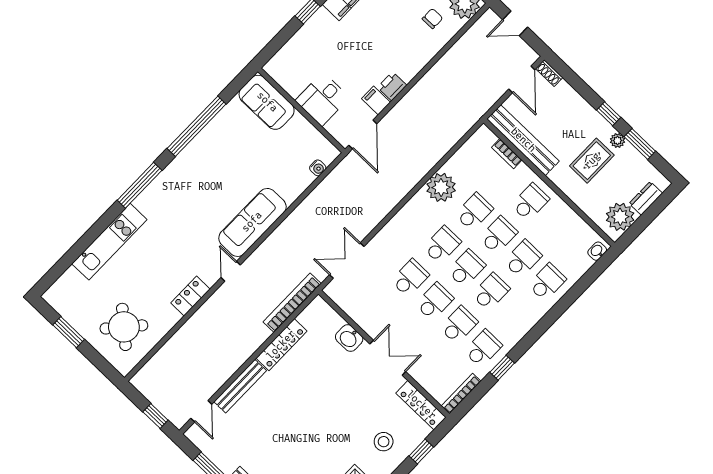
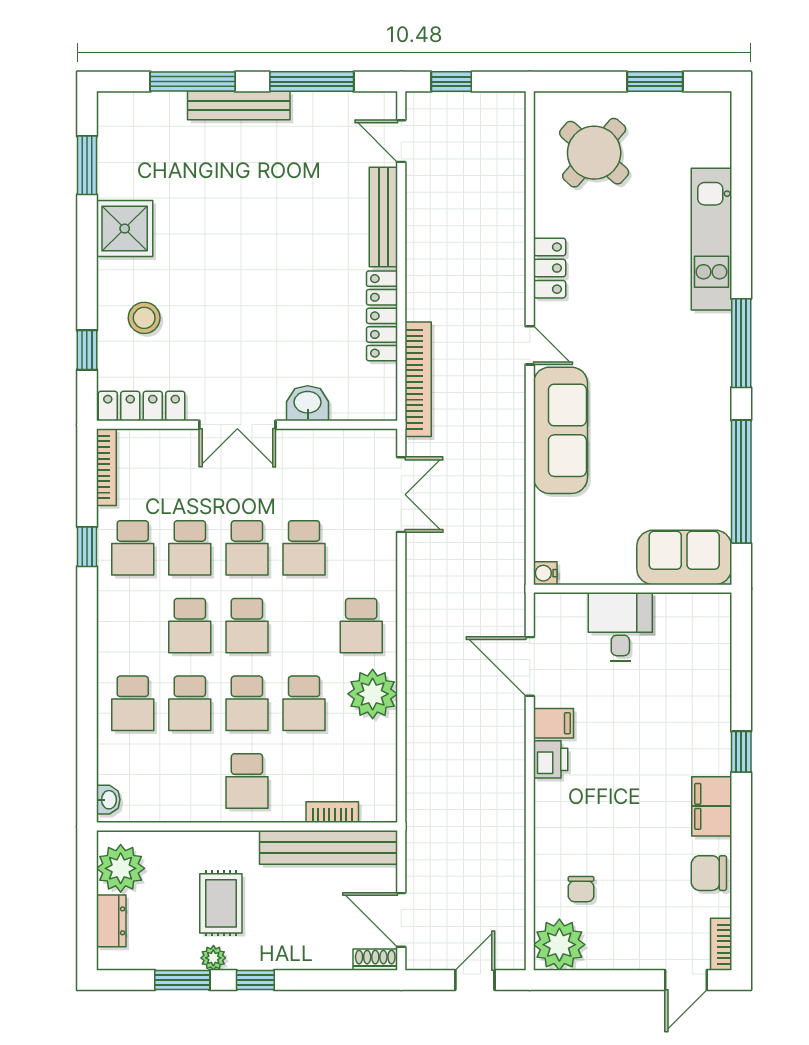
desk: (322, 99) -> (620, 627), moved
sofa: (267, 102) -> (684, 557), moved
wall: (301, 110) -> (633, 589), moved
school desk: (442, 245) -> (361, 626), moved

